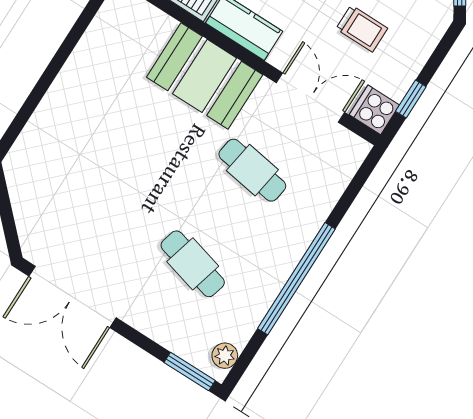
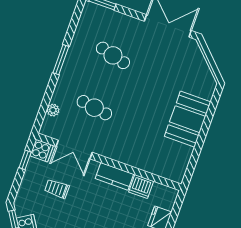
booth: (205, 76) -> (188, 119), moved, turned 90
window: (296, 279) -> (61, 60), width x0.47
plant: (225, 356) -> (53, 110), moved

